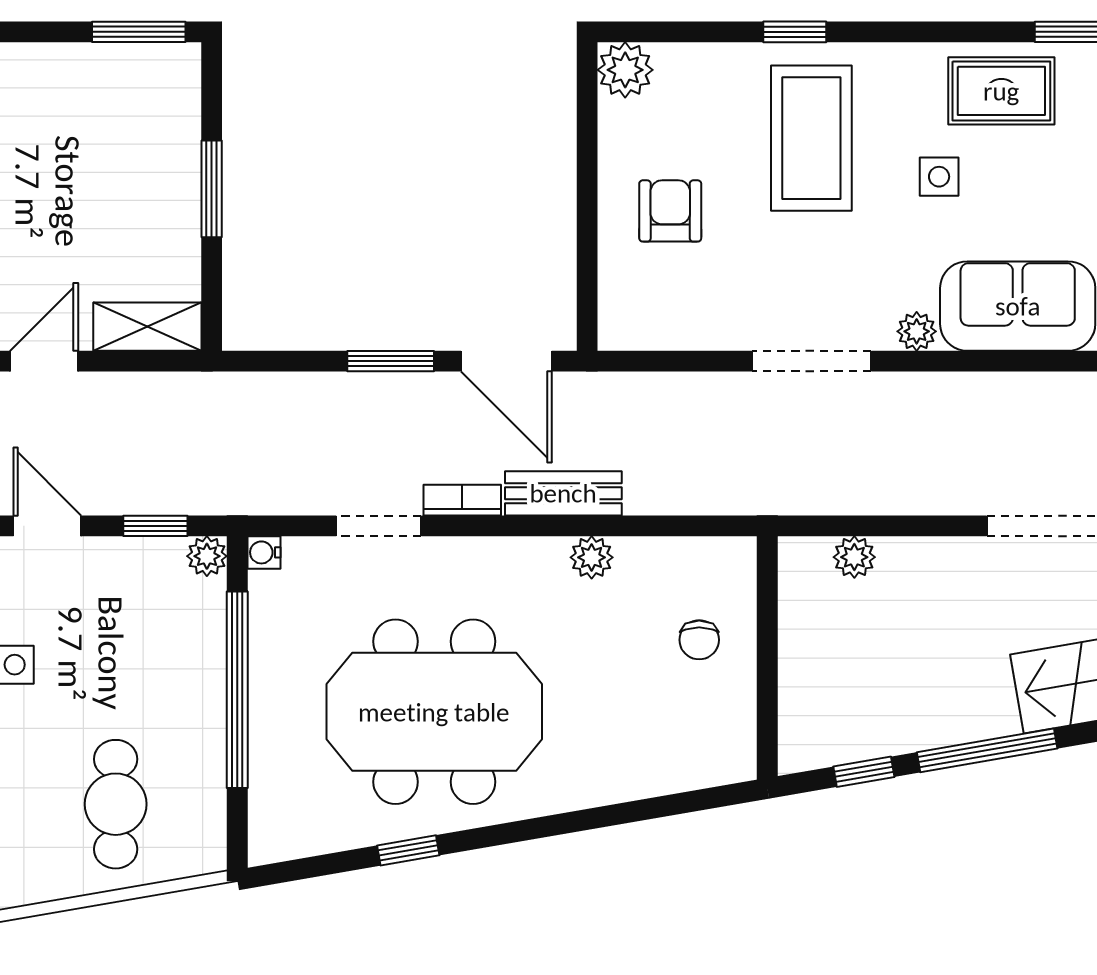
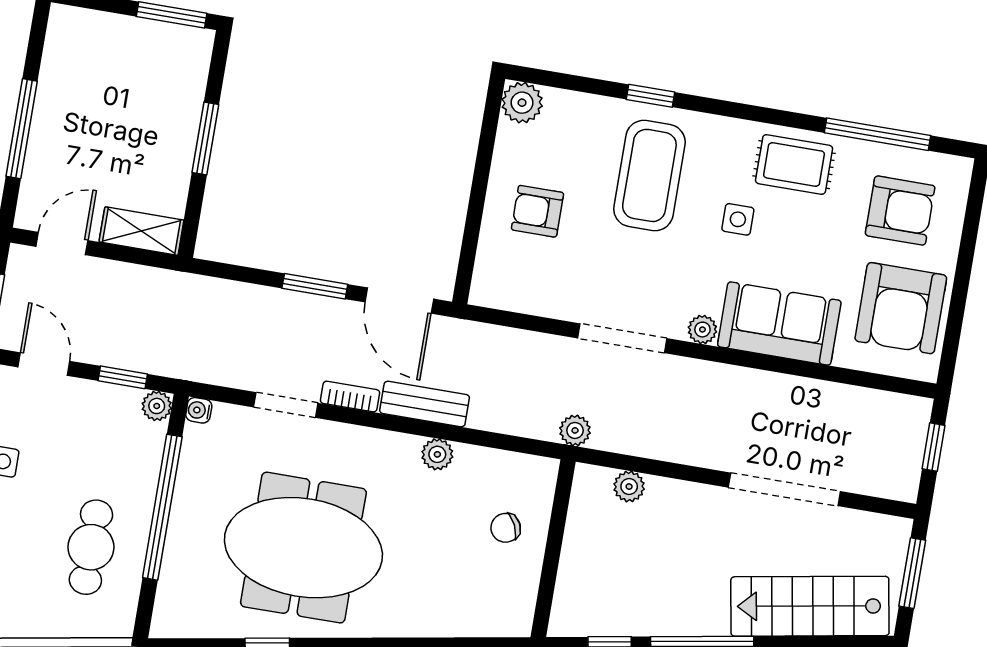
armchair: (670, 211) -> (537, 211), turned -90
plant: (770, 495) -> (575, 430), added
chair: (699, 640) -> (506, 528), turned 64
cafe table: (116, 804) -> (91, 547), moved

